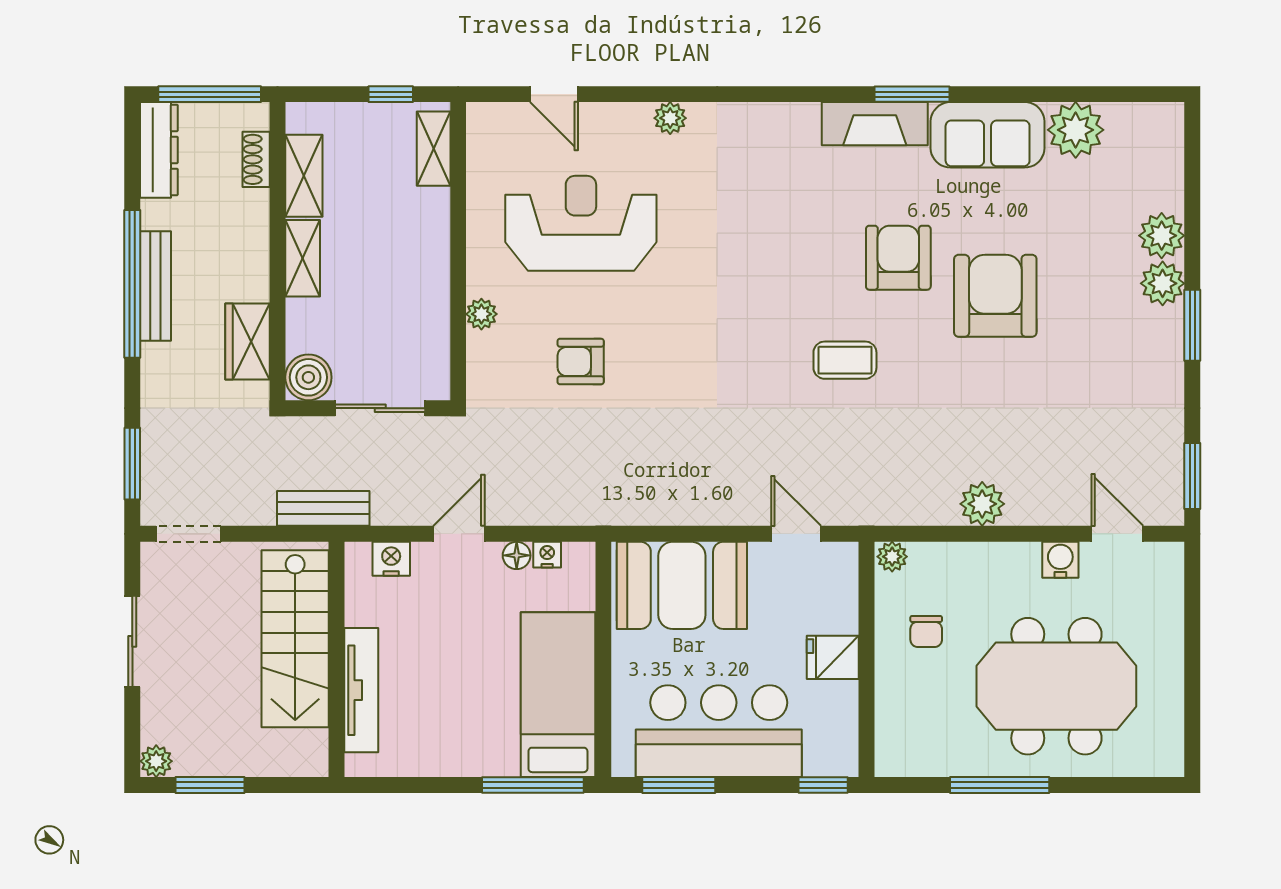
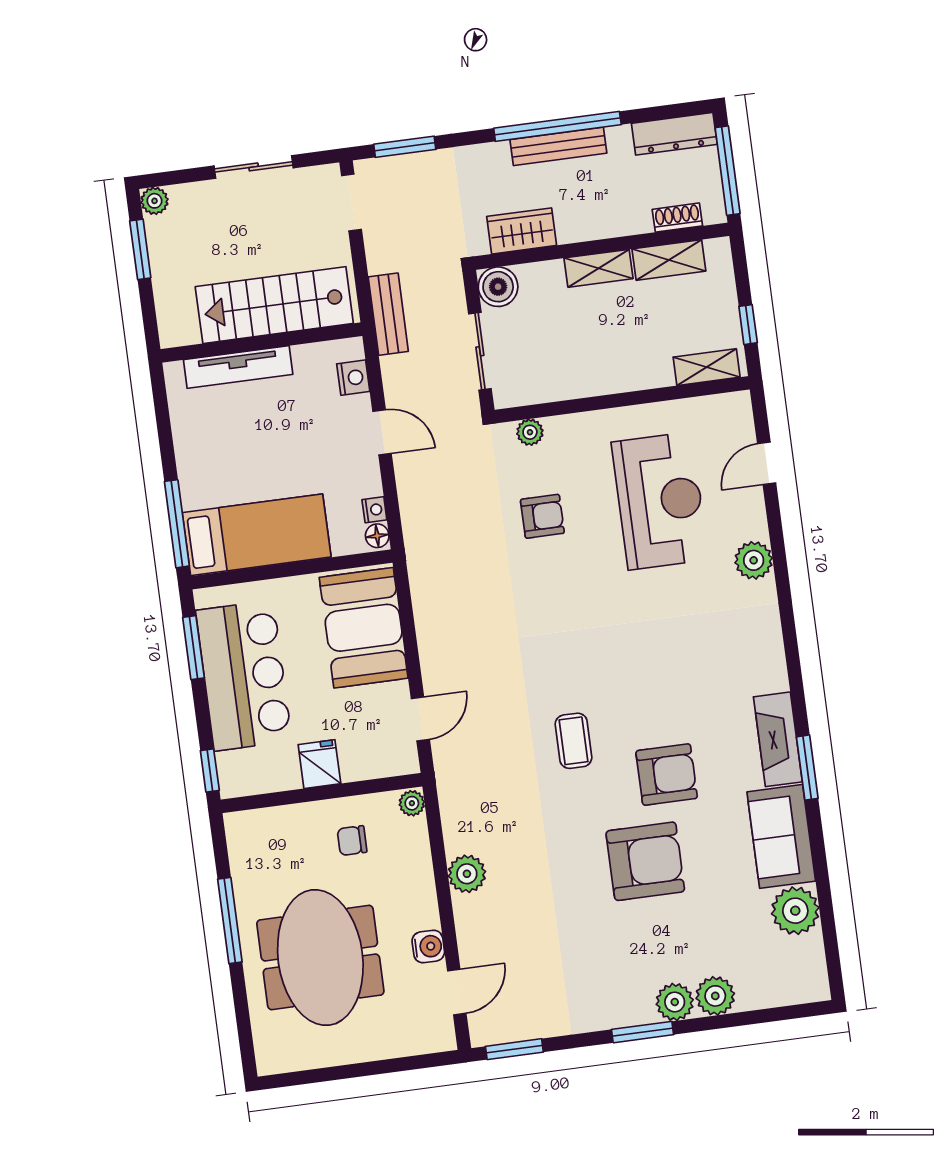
plant: (670, 118) -> (754, 560), width x1.38, depth x1.38
plant: (481, 314) -> (530, 432), moved
armchair: (581, 362) -> (542, 516), turned 90
floor lamp: (517, 555) -> (377, 536), moved

